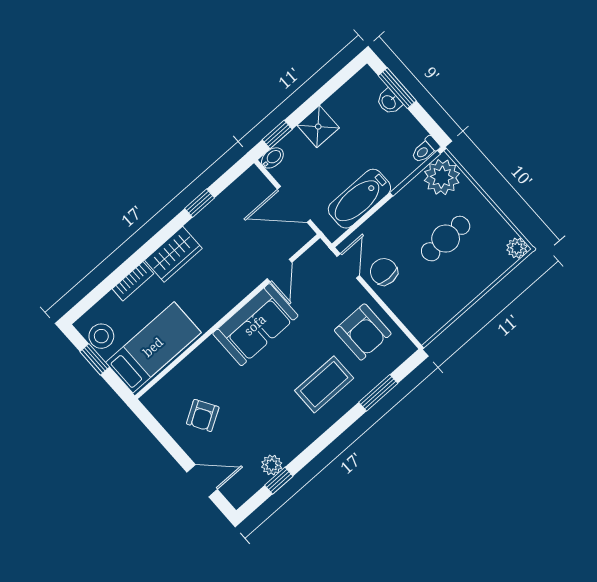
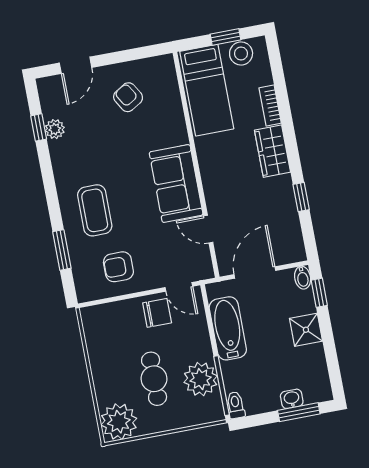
plant: (442, 177) -> (201, 379), moved
plant: (517, 248) -> (119, 422), width x1.87, depth x1.87
armchair: (363, 332) -> (118, 267), width x0.72, depth x0.72

